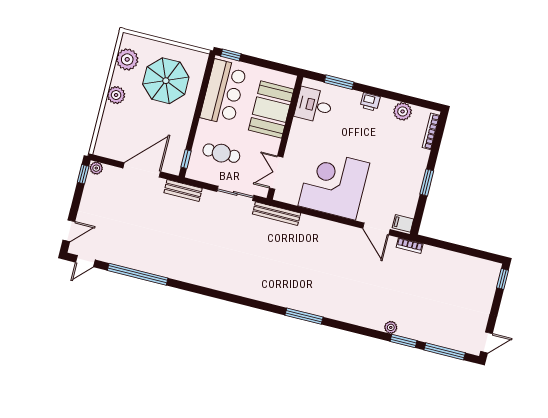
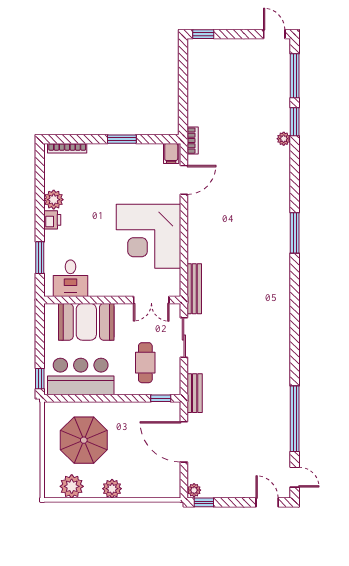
plant: (403, 111) -> (54, 200), moved

